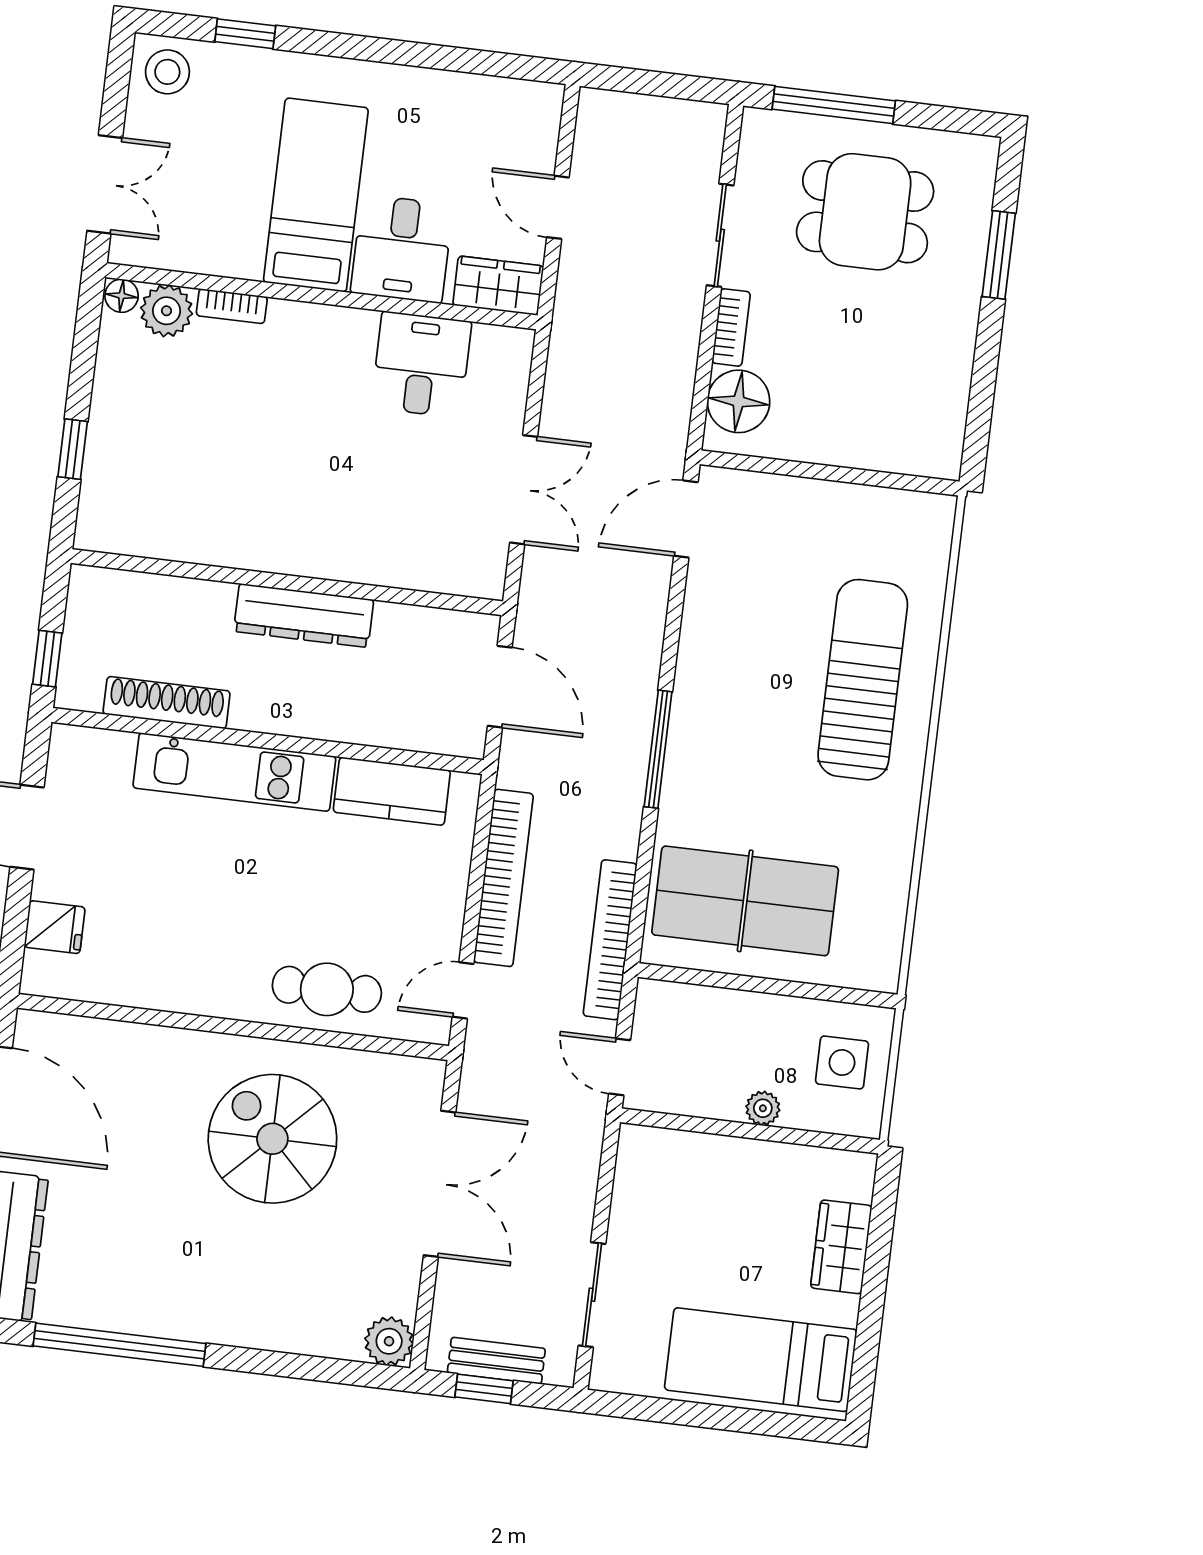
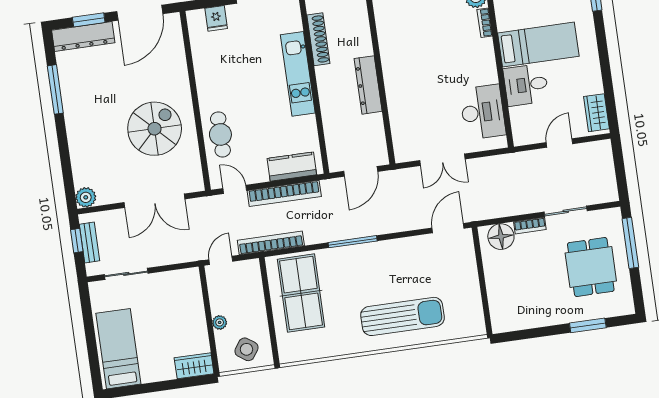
wardrobe: (498, 286) -> (596, 113), moved, turned 180
desk: (421, 364) -> (483, 112), width x1.37
door: (686, 519) -> (448, 228), hinge flipped
kitchen counter: (392, 791) -> (292, 167), moved, turned 90
side table: (842, 1062) -> (246, 349), turned 35
wardrobe: (841, 1247) -> (194, 366), moved
window: (120, 1345) -> (55, 89), width x0.68

